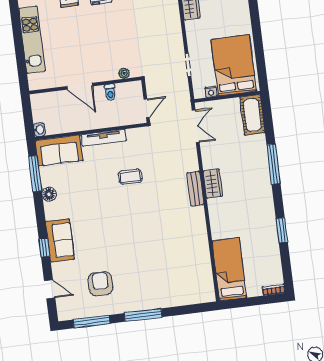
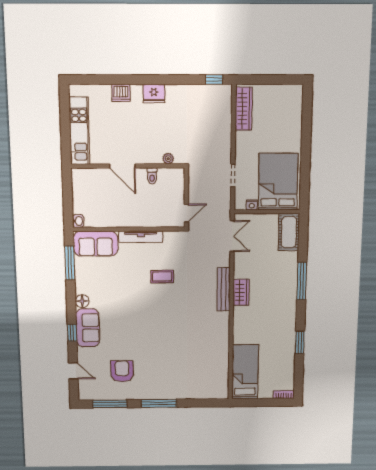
plant: (124, 73) -> (168, 159), moved
wall: (85, 85) -> (128, 166), moved
door: (80, 86) -> (122, 166), moved
toilet: (110, 92) -> (152, 176), moved
bench: (195, 189) -> (224, 289), width x1.36
floor lamp: (49, 194) -> (82, 301), moved

